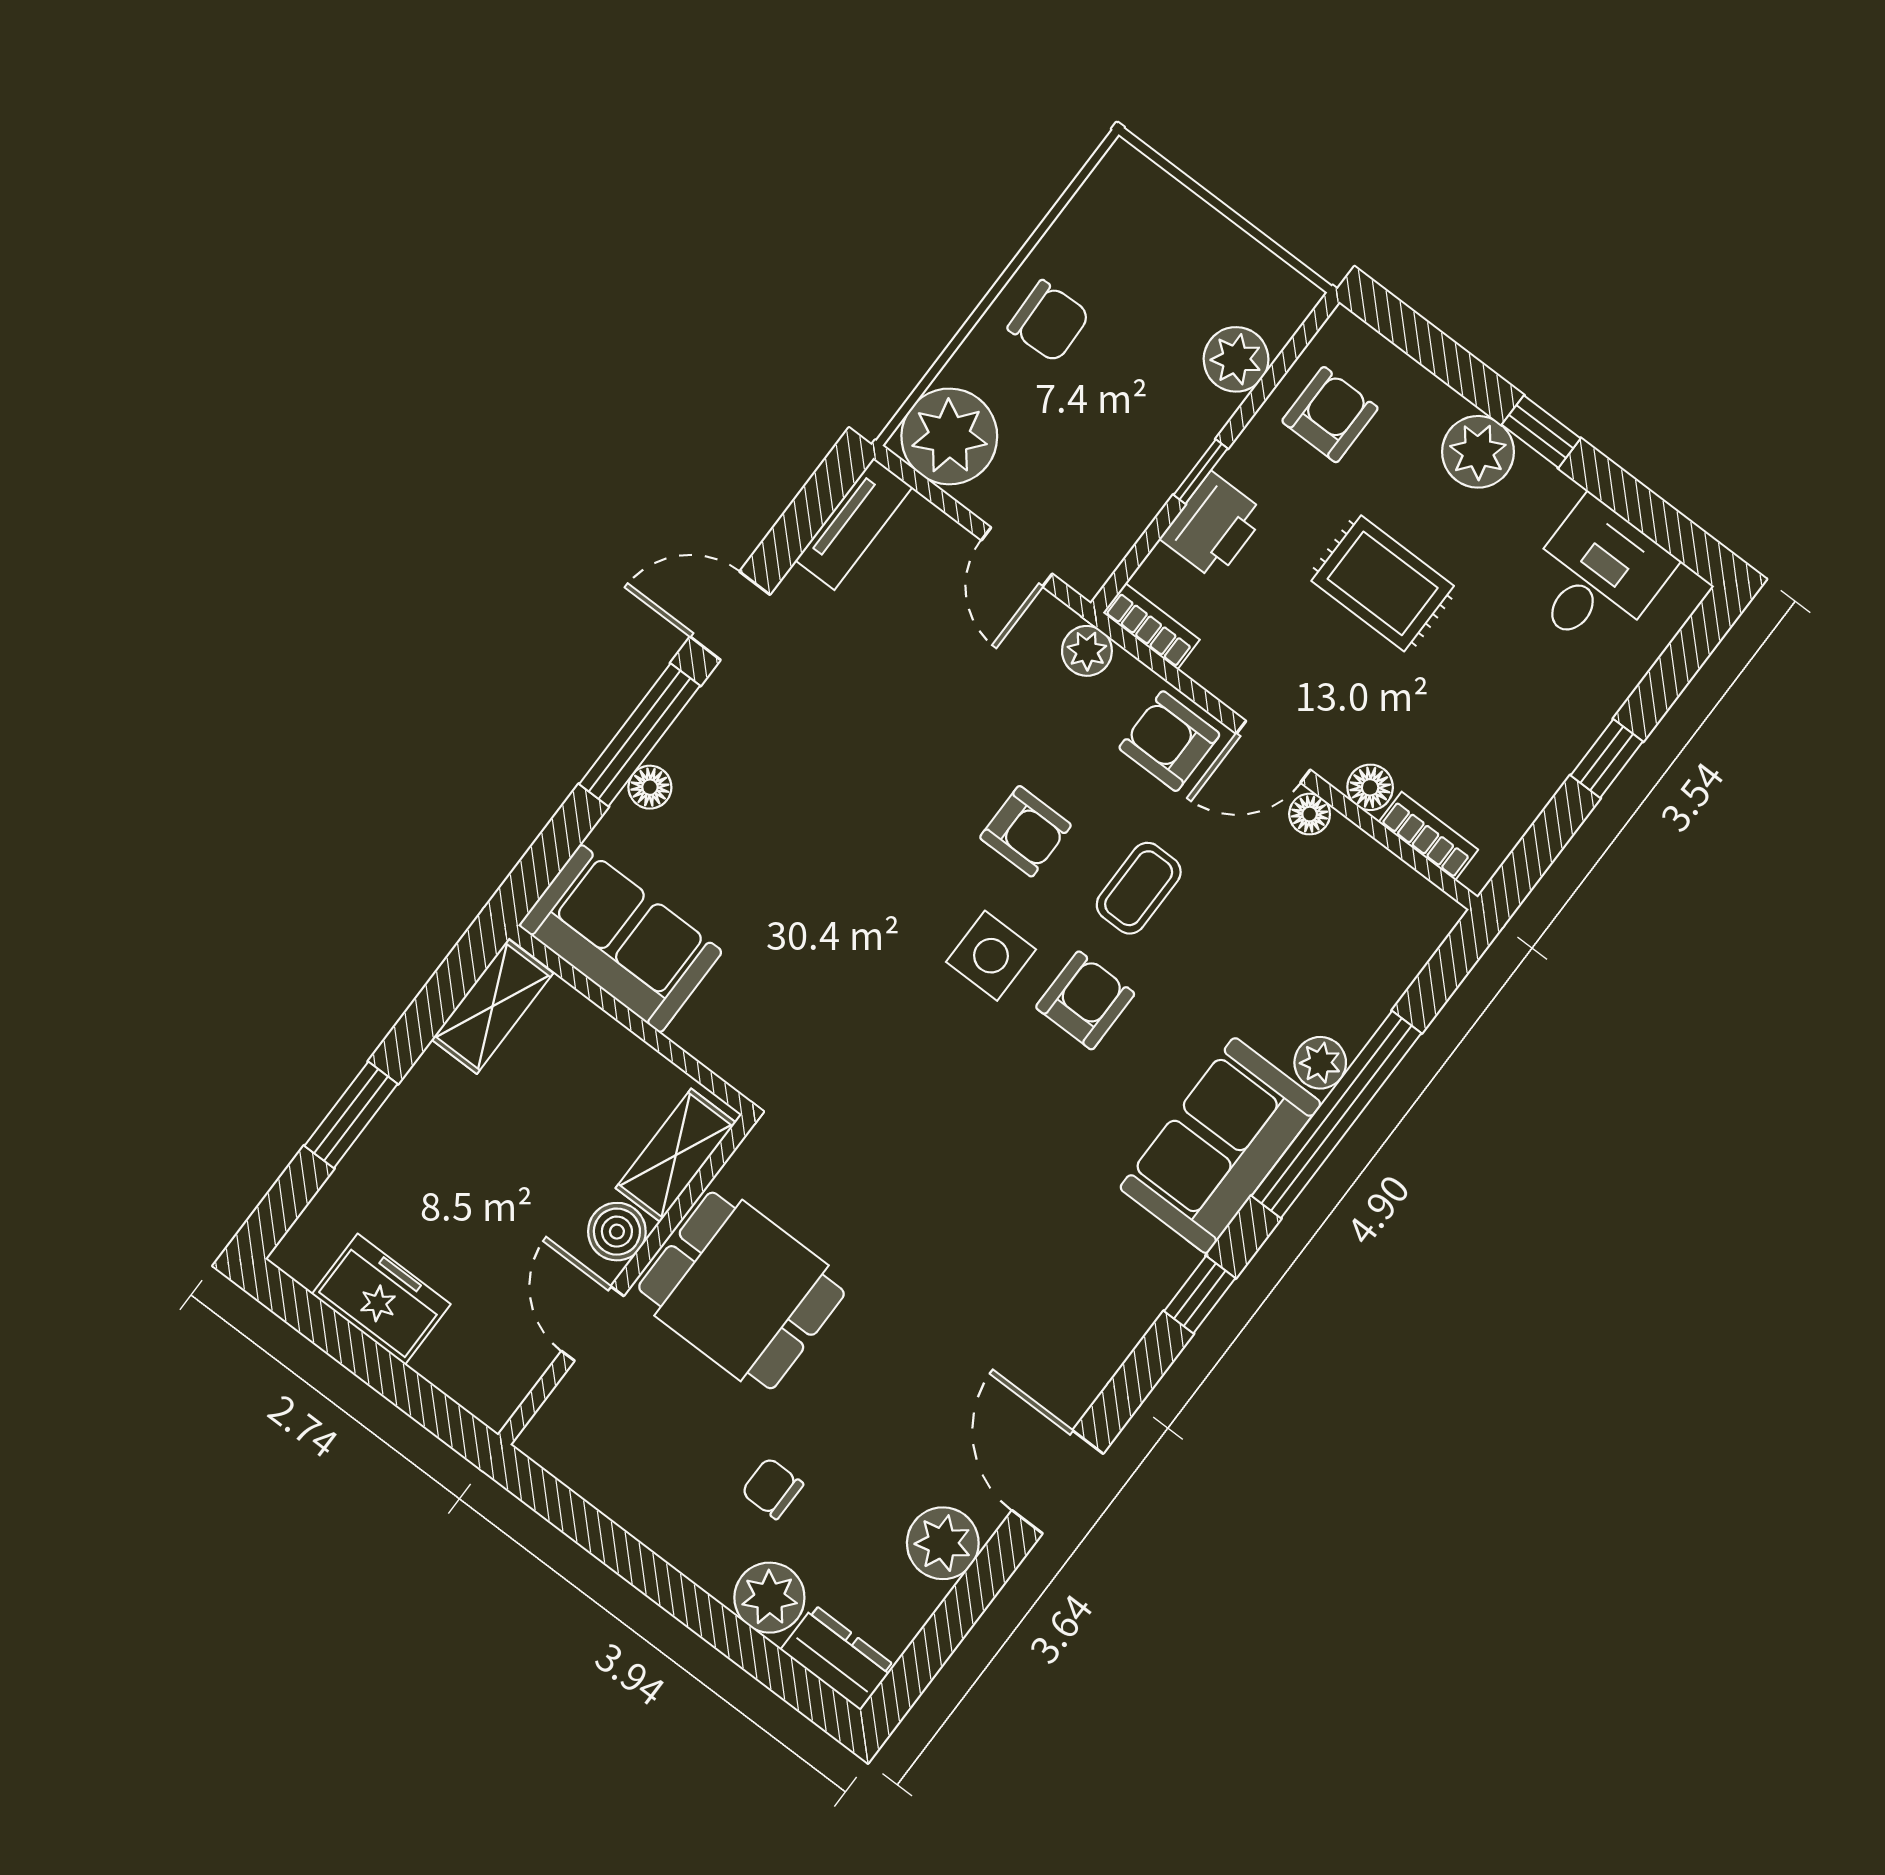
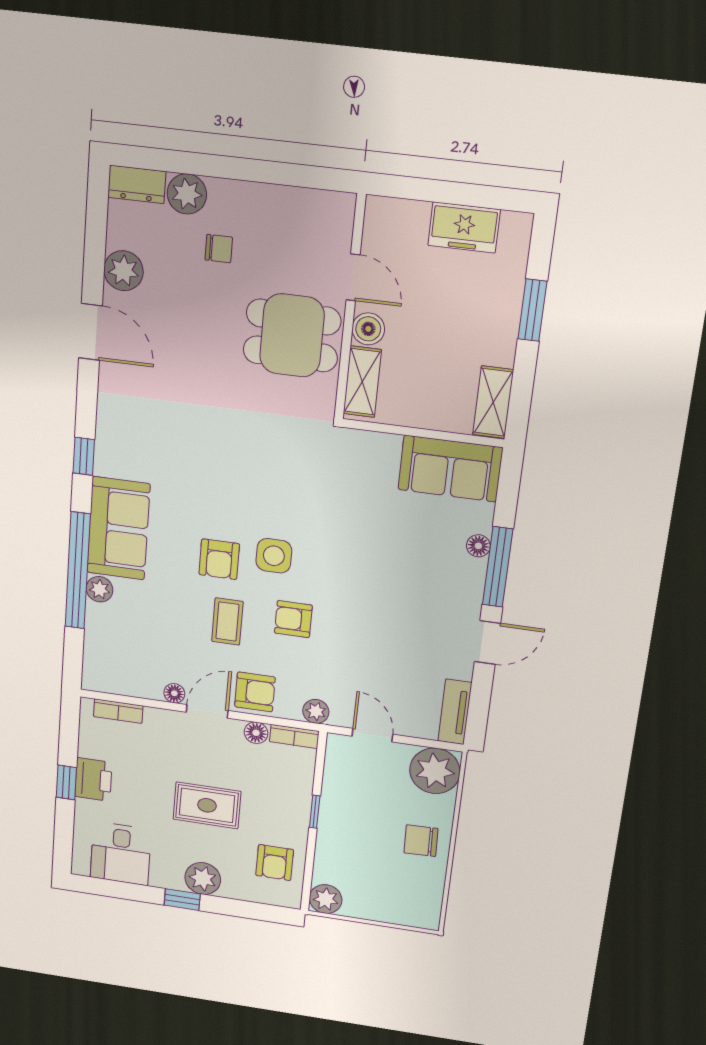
plant: (1236, 359) -> (326, 899), moved
printer: (1213, 526) -> (93, 779), moved, turned 180
floor lamp: (1370, 787) -> (256, 733), moved

